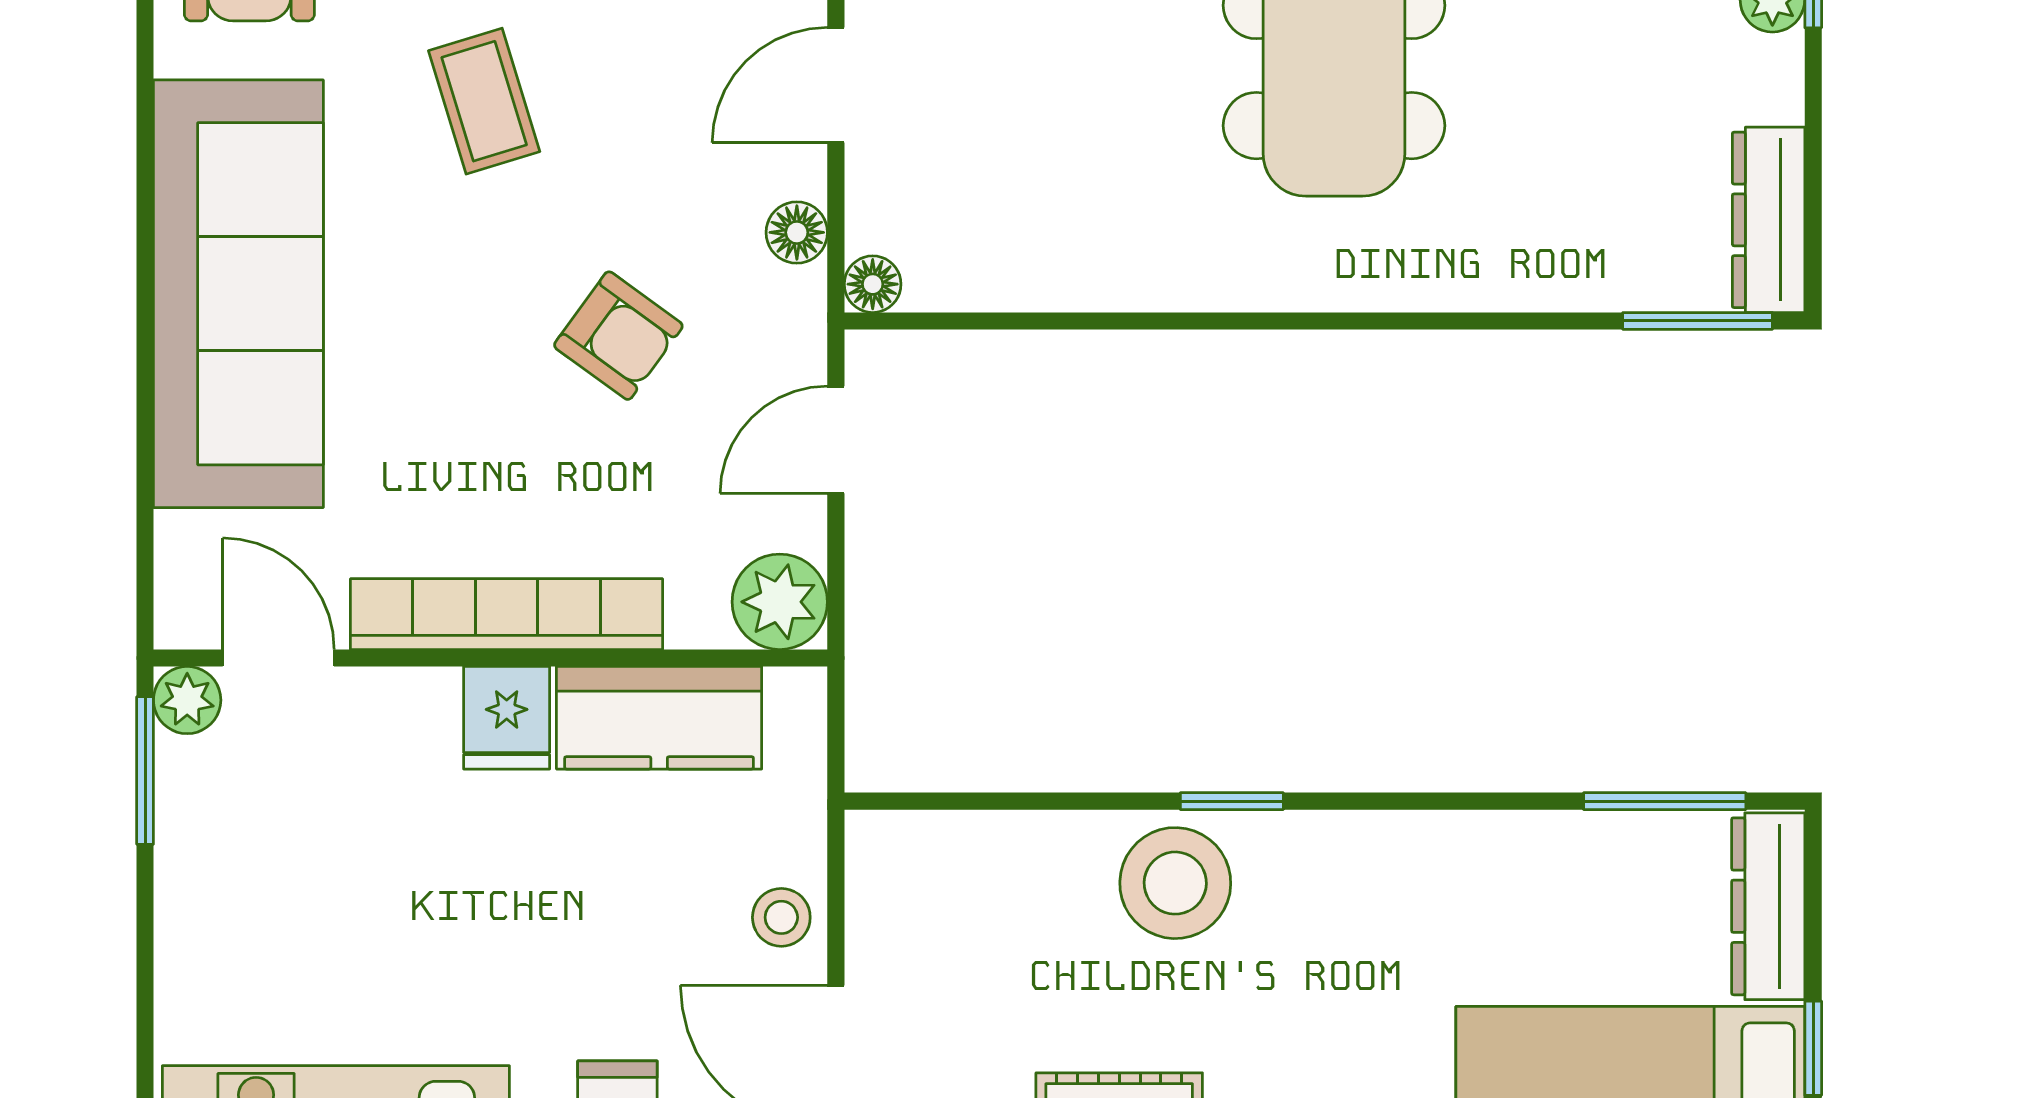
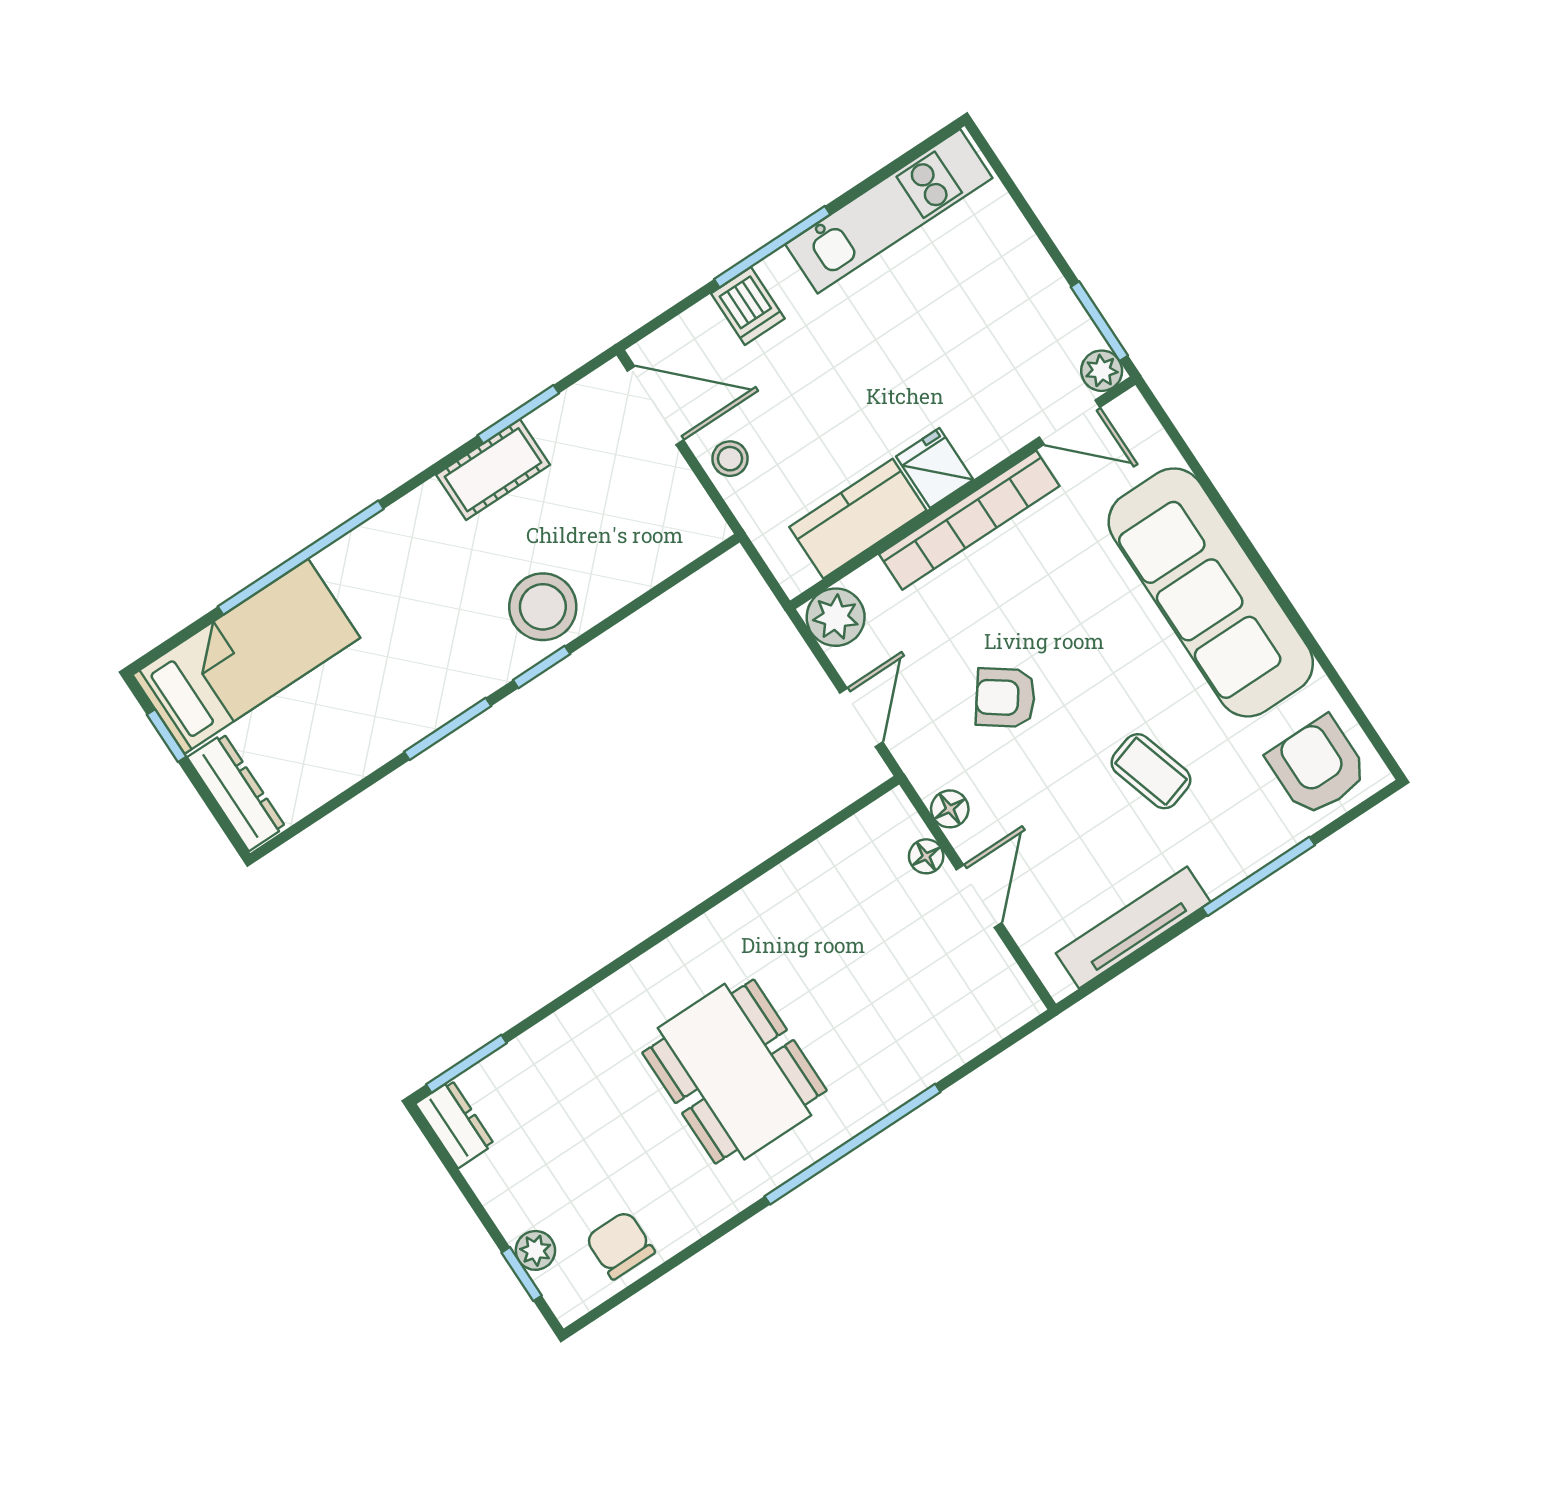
dresser: (1769, 220) -> (455, 1124), width x0.70
floor lamp: (873, 284) -> (926, 856), moved
window: (1665, 801) -> (448, 729), moved

